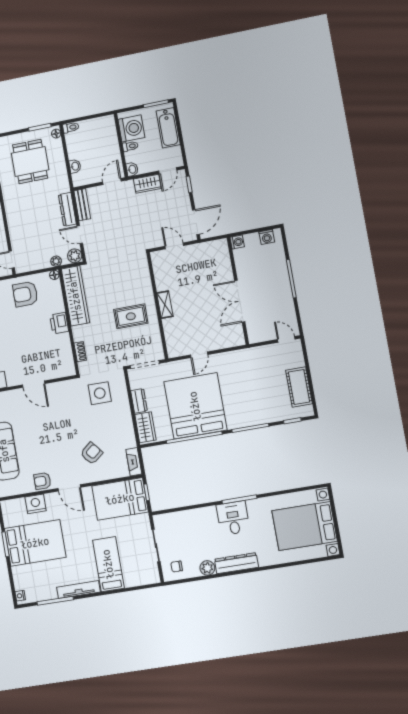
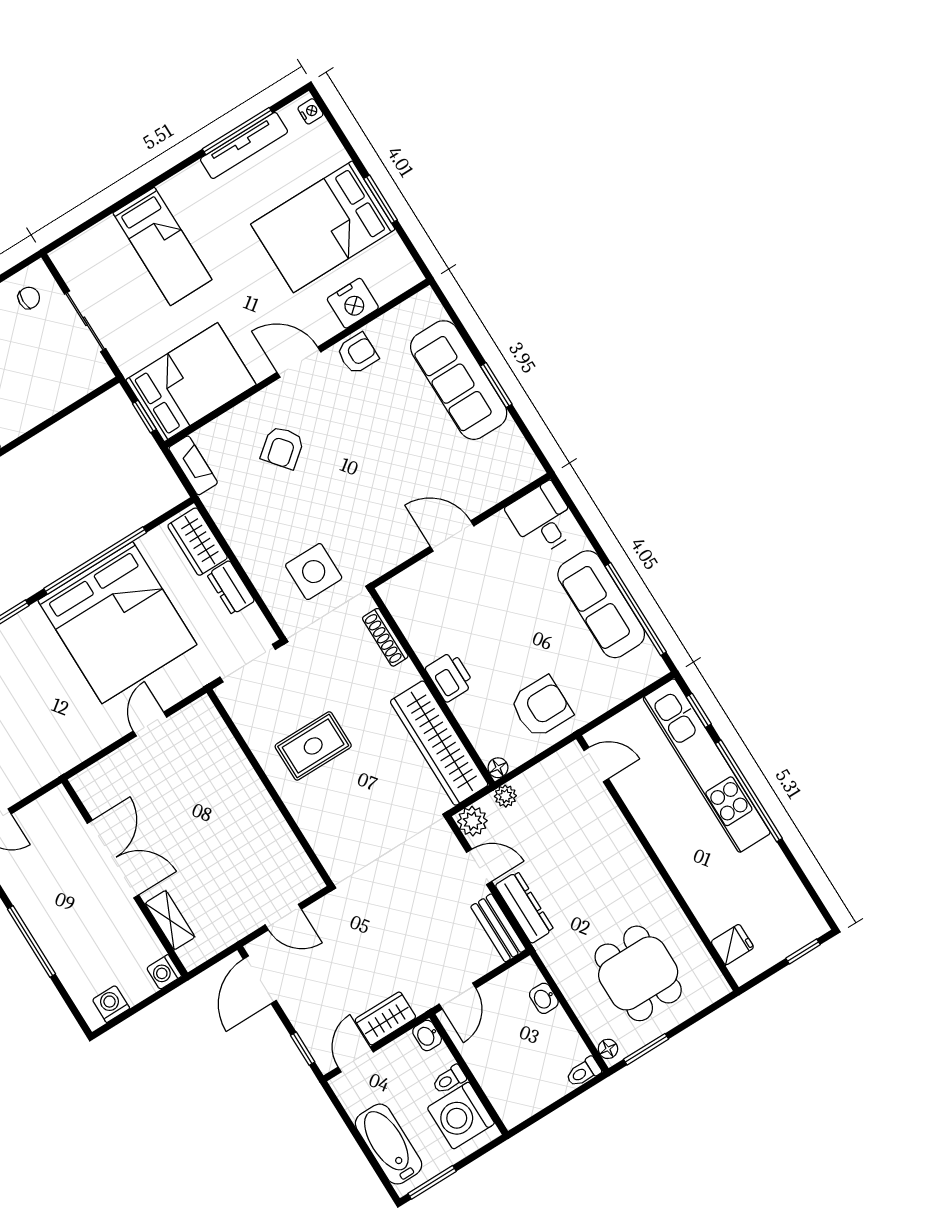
shelving: (165, 305) -> (170, 920), moved
shoe rack: (80, 352) -> (385, 637), width x1.43
tv unit: (78, 590) -> (244, 146), moved

